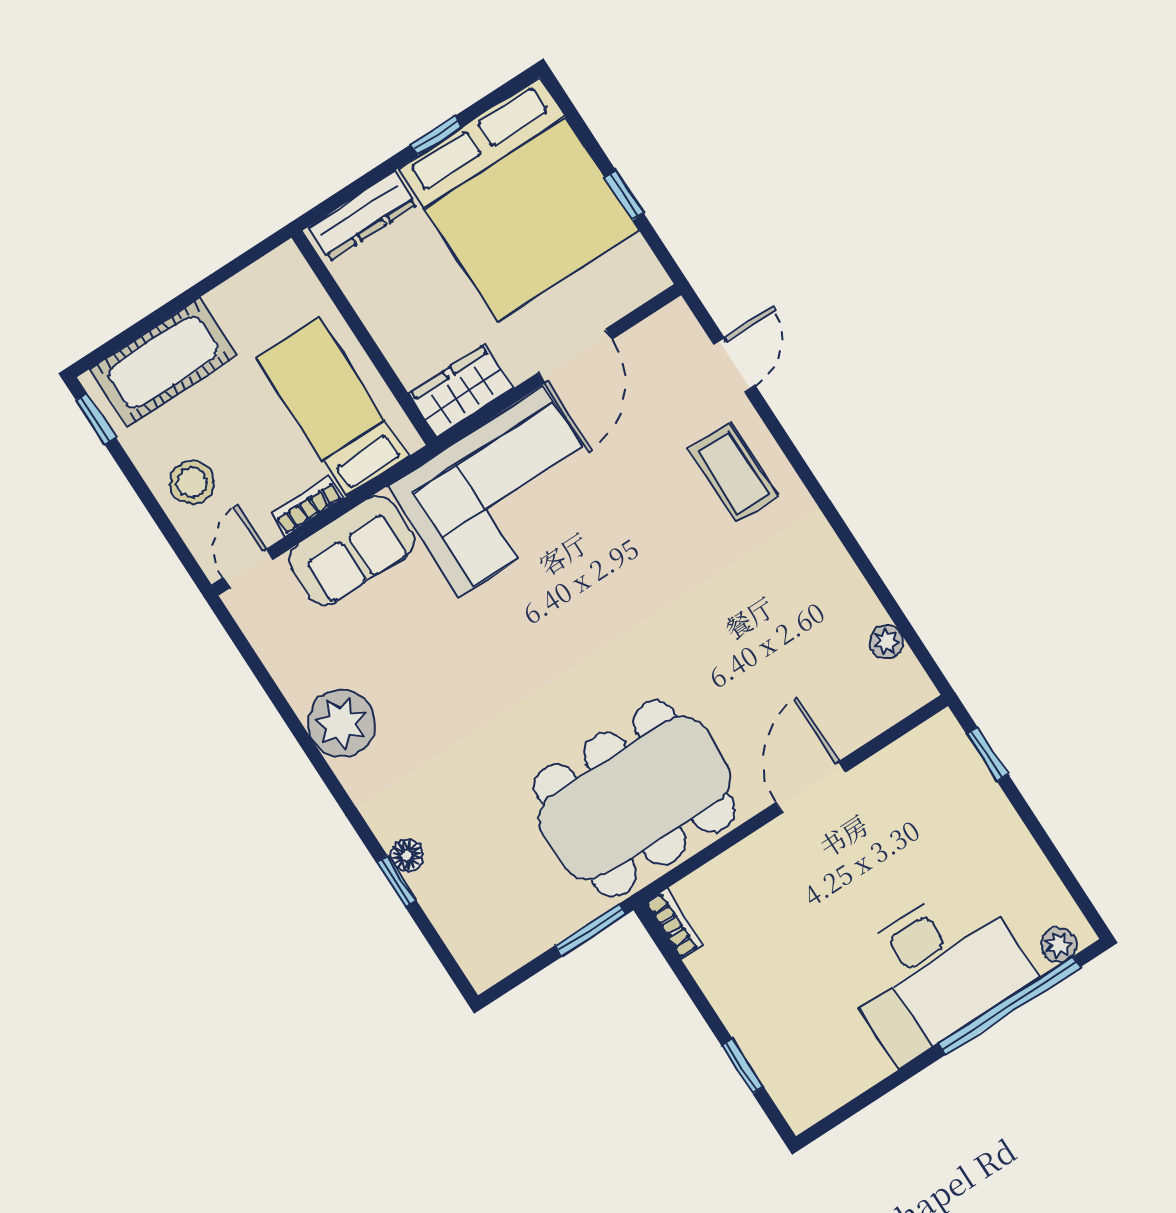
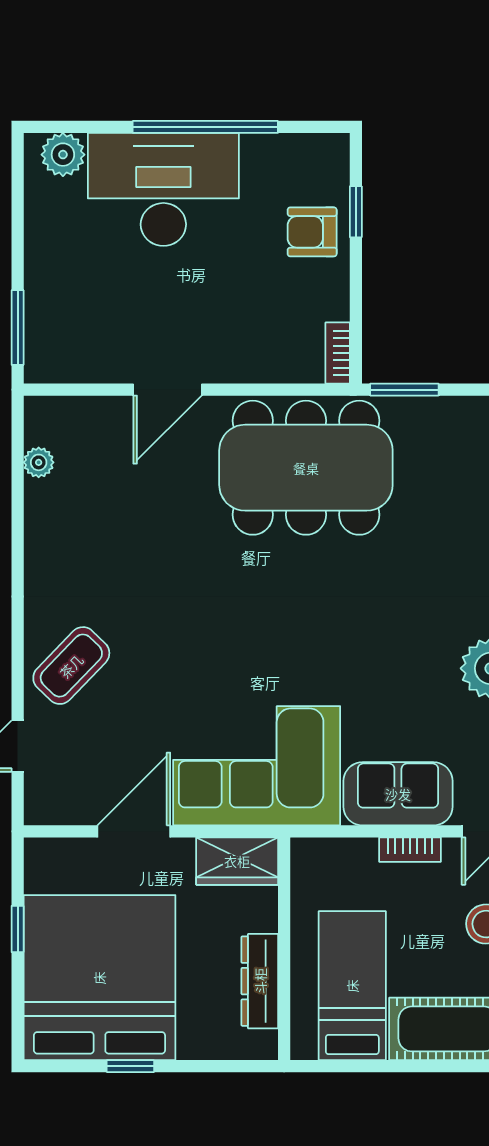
dresser: (362, 216) -> (260, 981), moved, turned -90
bed: (332, 407) -> (352, 986), moved, turned 180
coffee table: (733, 473) -> (71, 666), turned 44
window: (987, 754) -> (18, 328), width x1.50
plant: (1059, 945) -> (63, 155), width x1.38, depth x1.38
window: (1009, 1006) -> (205, 127), moved
armchair: (771, 1021) -> (312, 232), added

